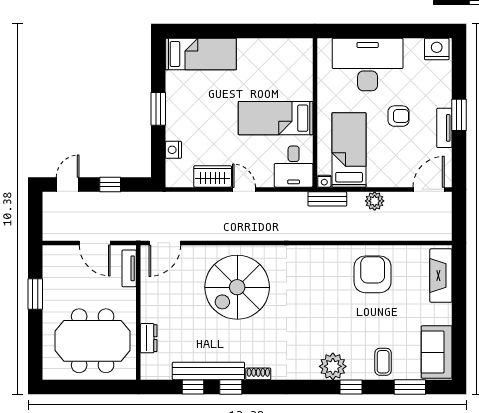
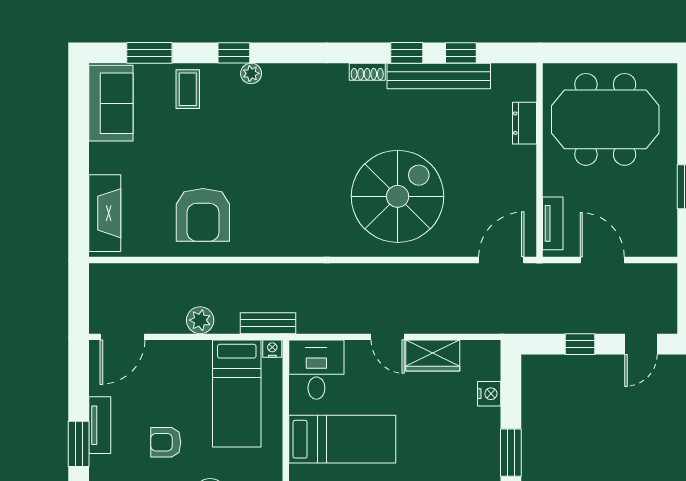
plant: (333, 366) -> (251, 73), width x0.53, depth x0.53

